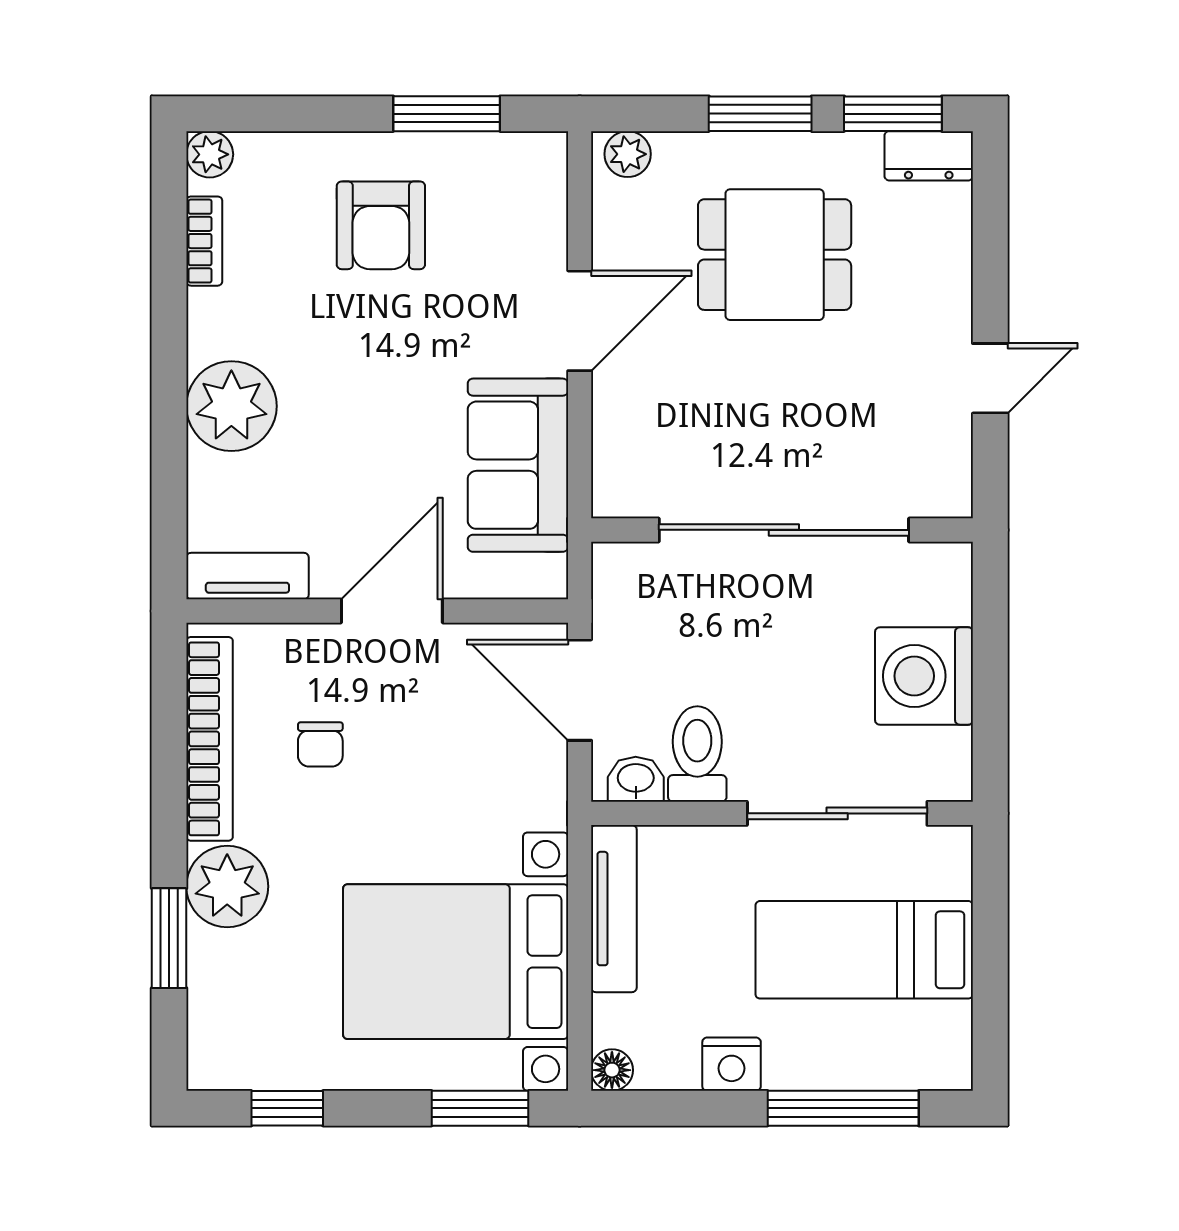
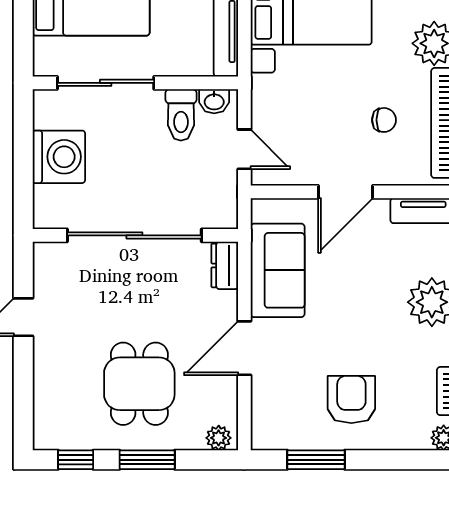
window: (893, 114) -> (76, 460), width x0.67
dresser: (929, 156) -> (225, 265), moved, turned -90
dining table: (775, 255) -> (139, 384), turned 90
door: (580, 690) -> (244, 149), width x0.73
chair: (320, 744) -> (384, 120), turned 90

